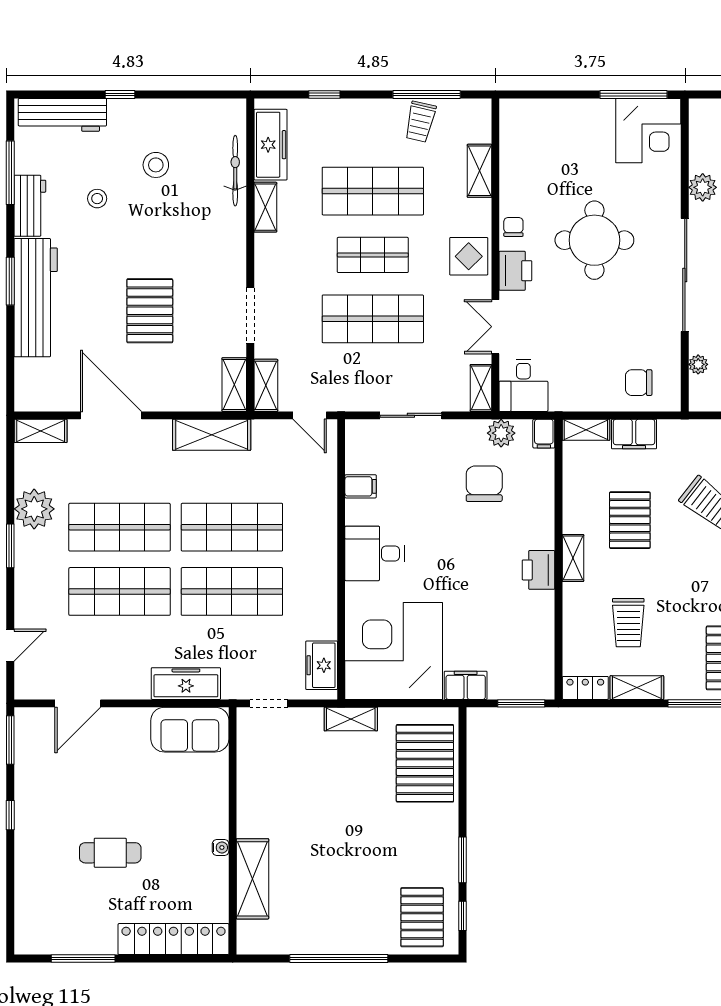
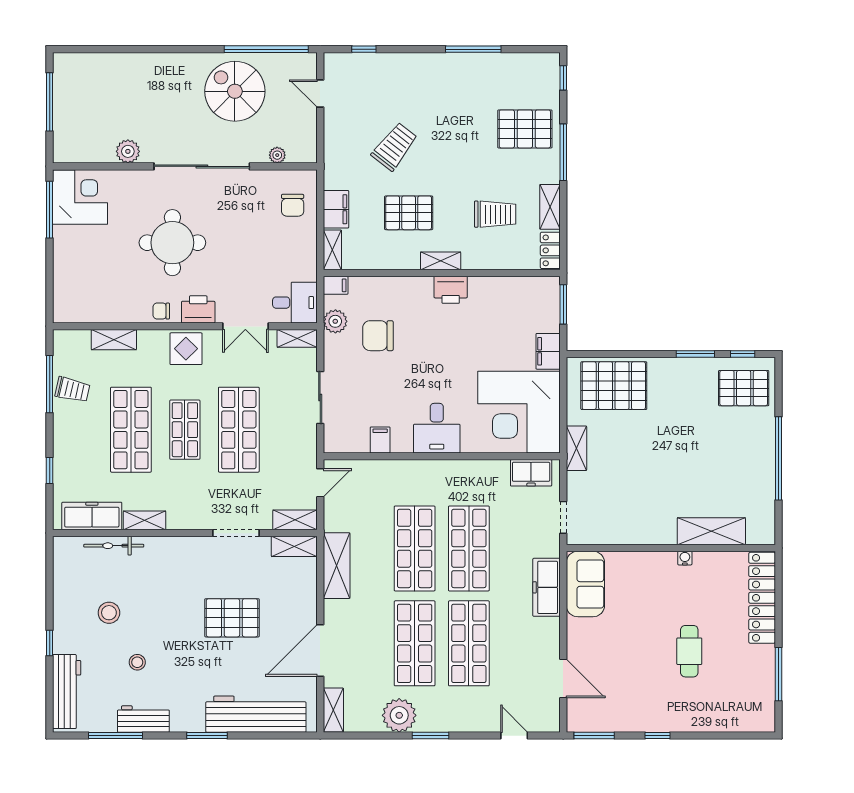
workbench: (36, 298) -> (256, 714), moved

